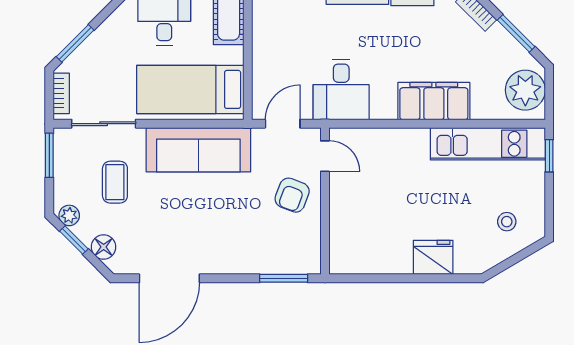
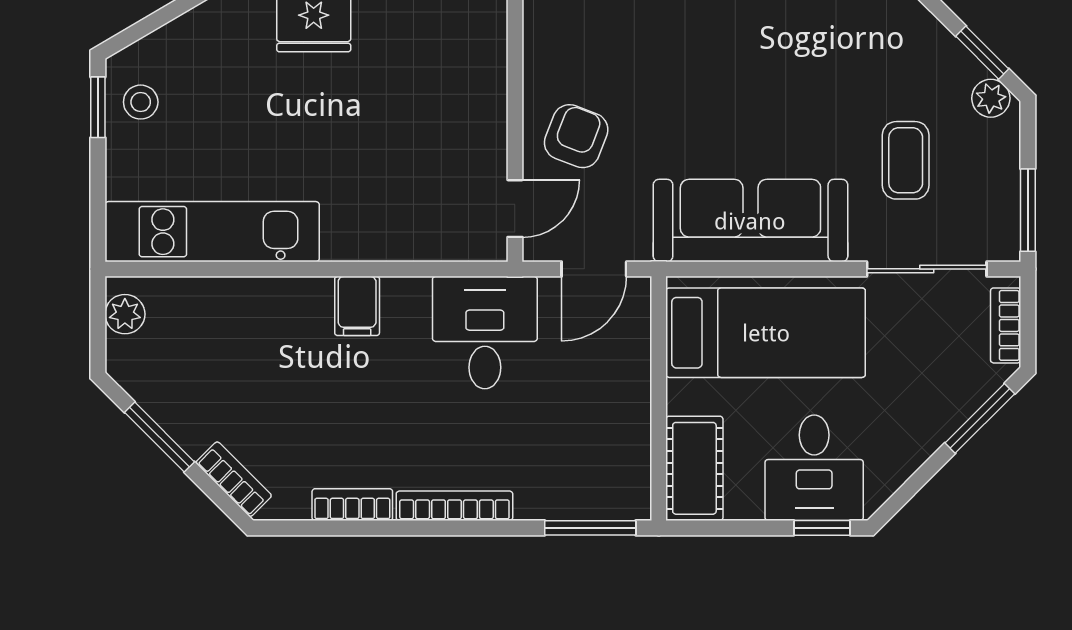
plant: (525, 90) -> (125, 314), width x0.53, depth x0.53
filing cabinet: (434, 101) -> (357, 306), width x0.33, depth x0.86
door: (325, 156) -> (515, 209), swing flipped
window: (549, 156) -> (98, 107), moved
stool: (507, 222) -> (141, 102), moved
floor lamp: (104, 247) -> (927, 40), removed

